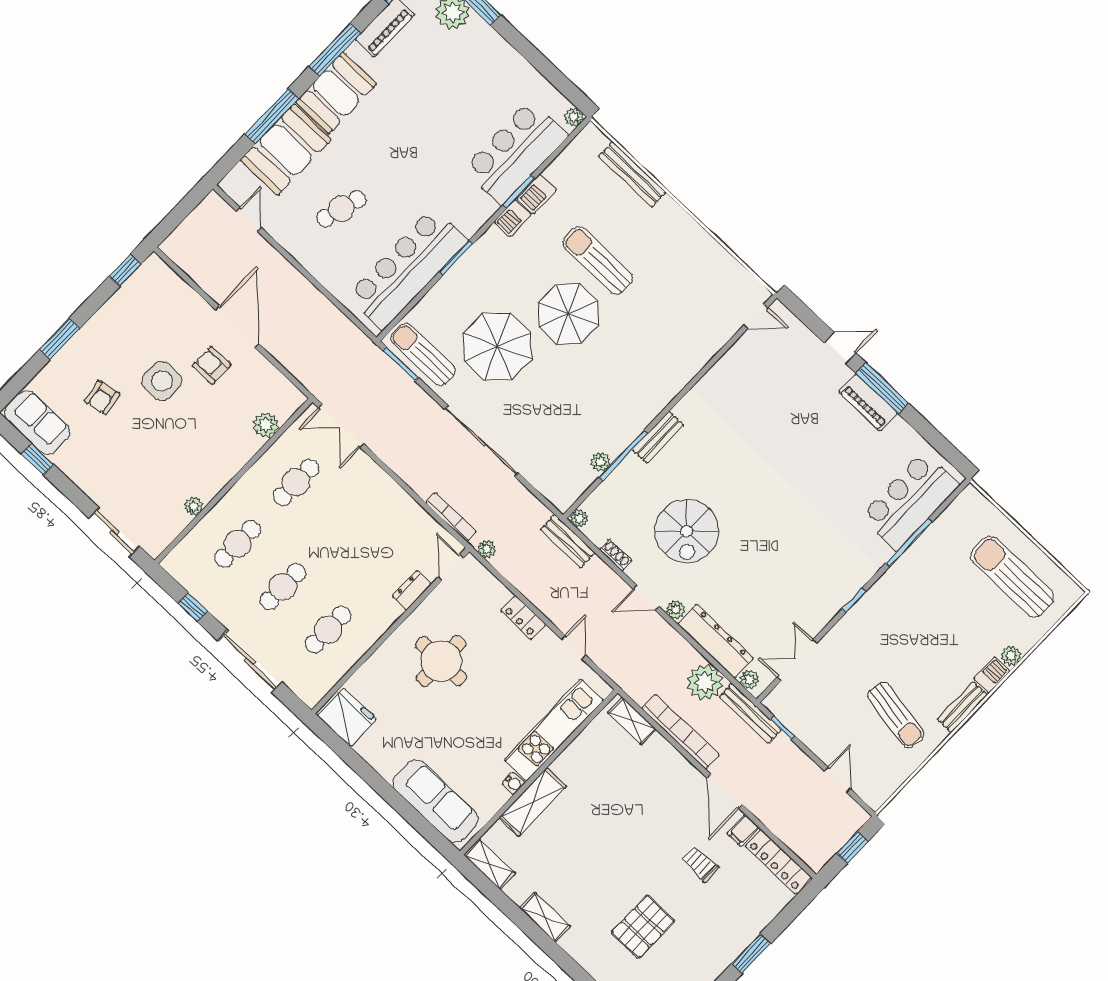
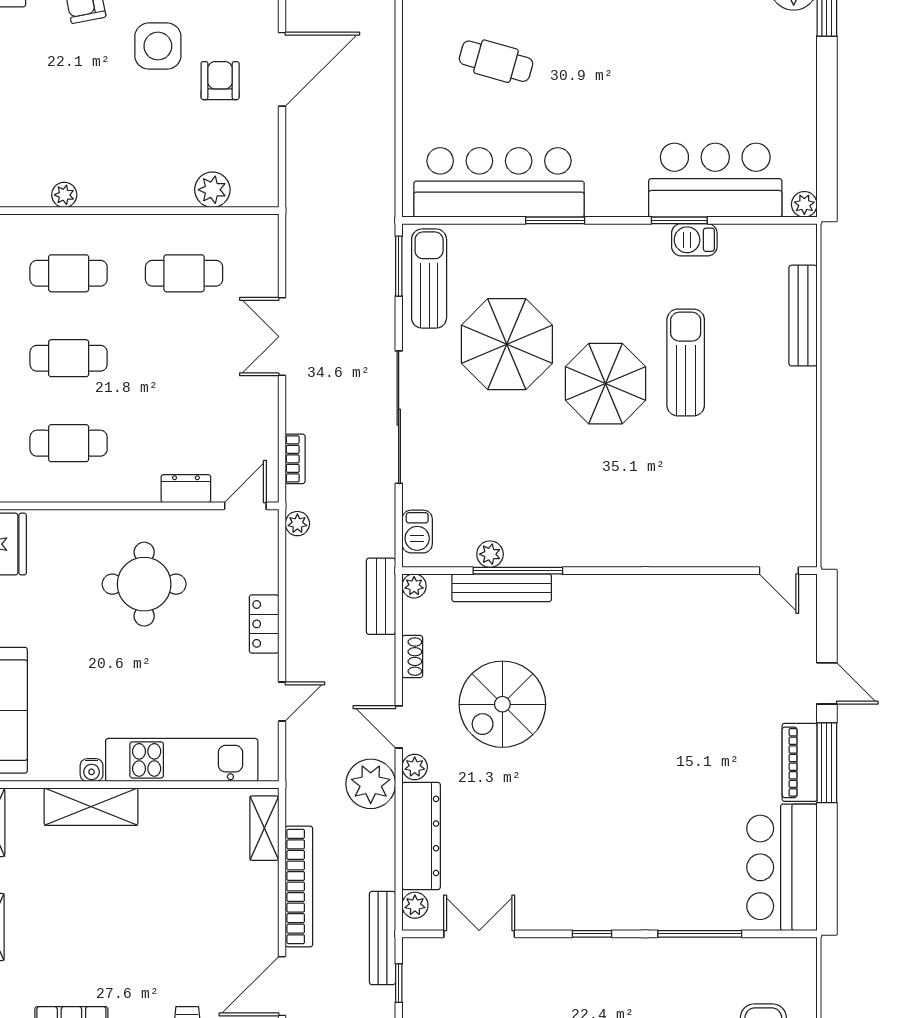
barbecue: (513, 218) -> (417, 532), moved, turned -90
double door: (341, 426) -> (282, 337), moved
bench: (658, 437) -> (502, 588), moved, width x1.36
bar counter: (910, 501) -> (782, 867), moved, turned -90
bookcase: (451, 517) -> (295, 459), width x0.64
plant: (705, 682) -> (371, 784), moved

